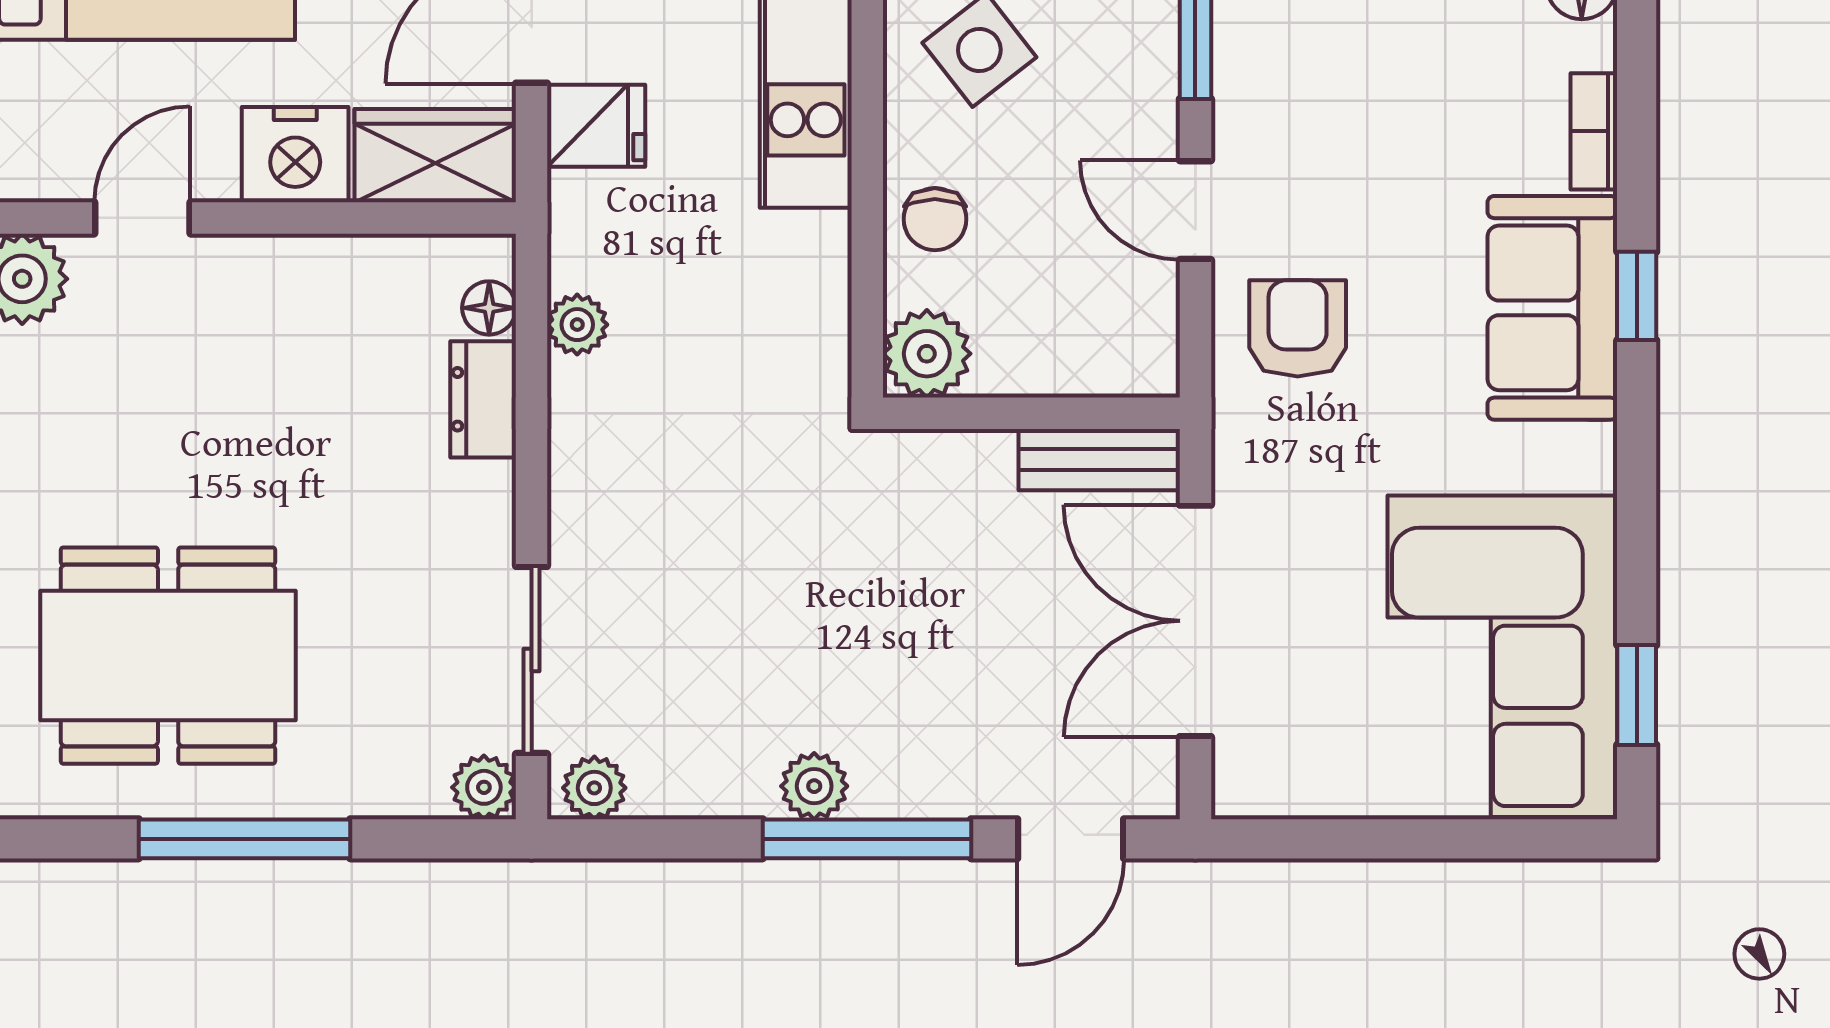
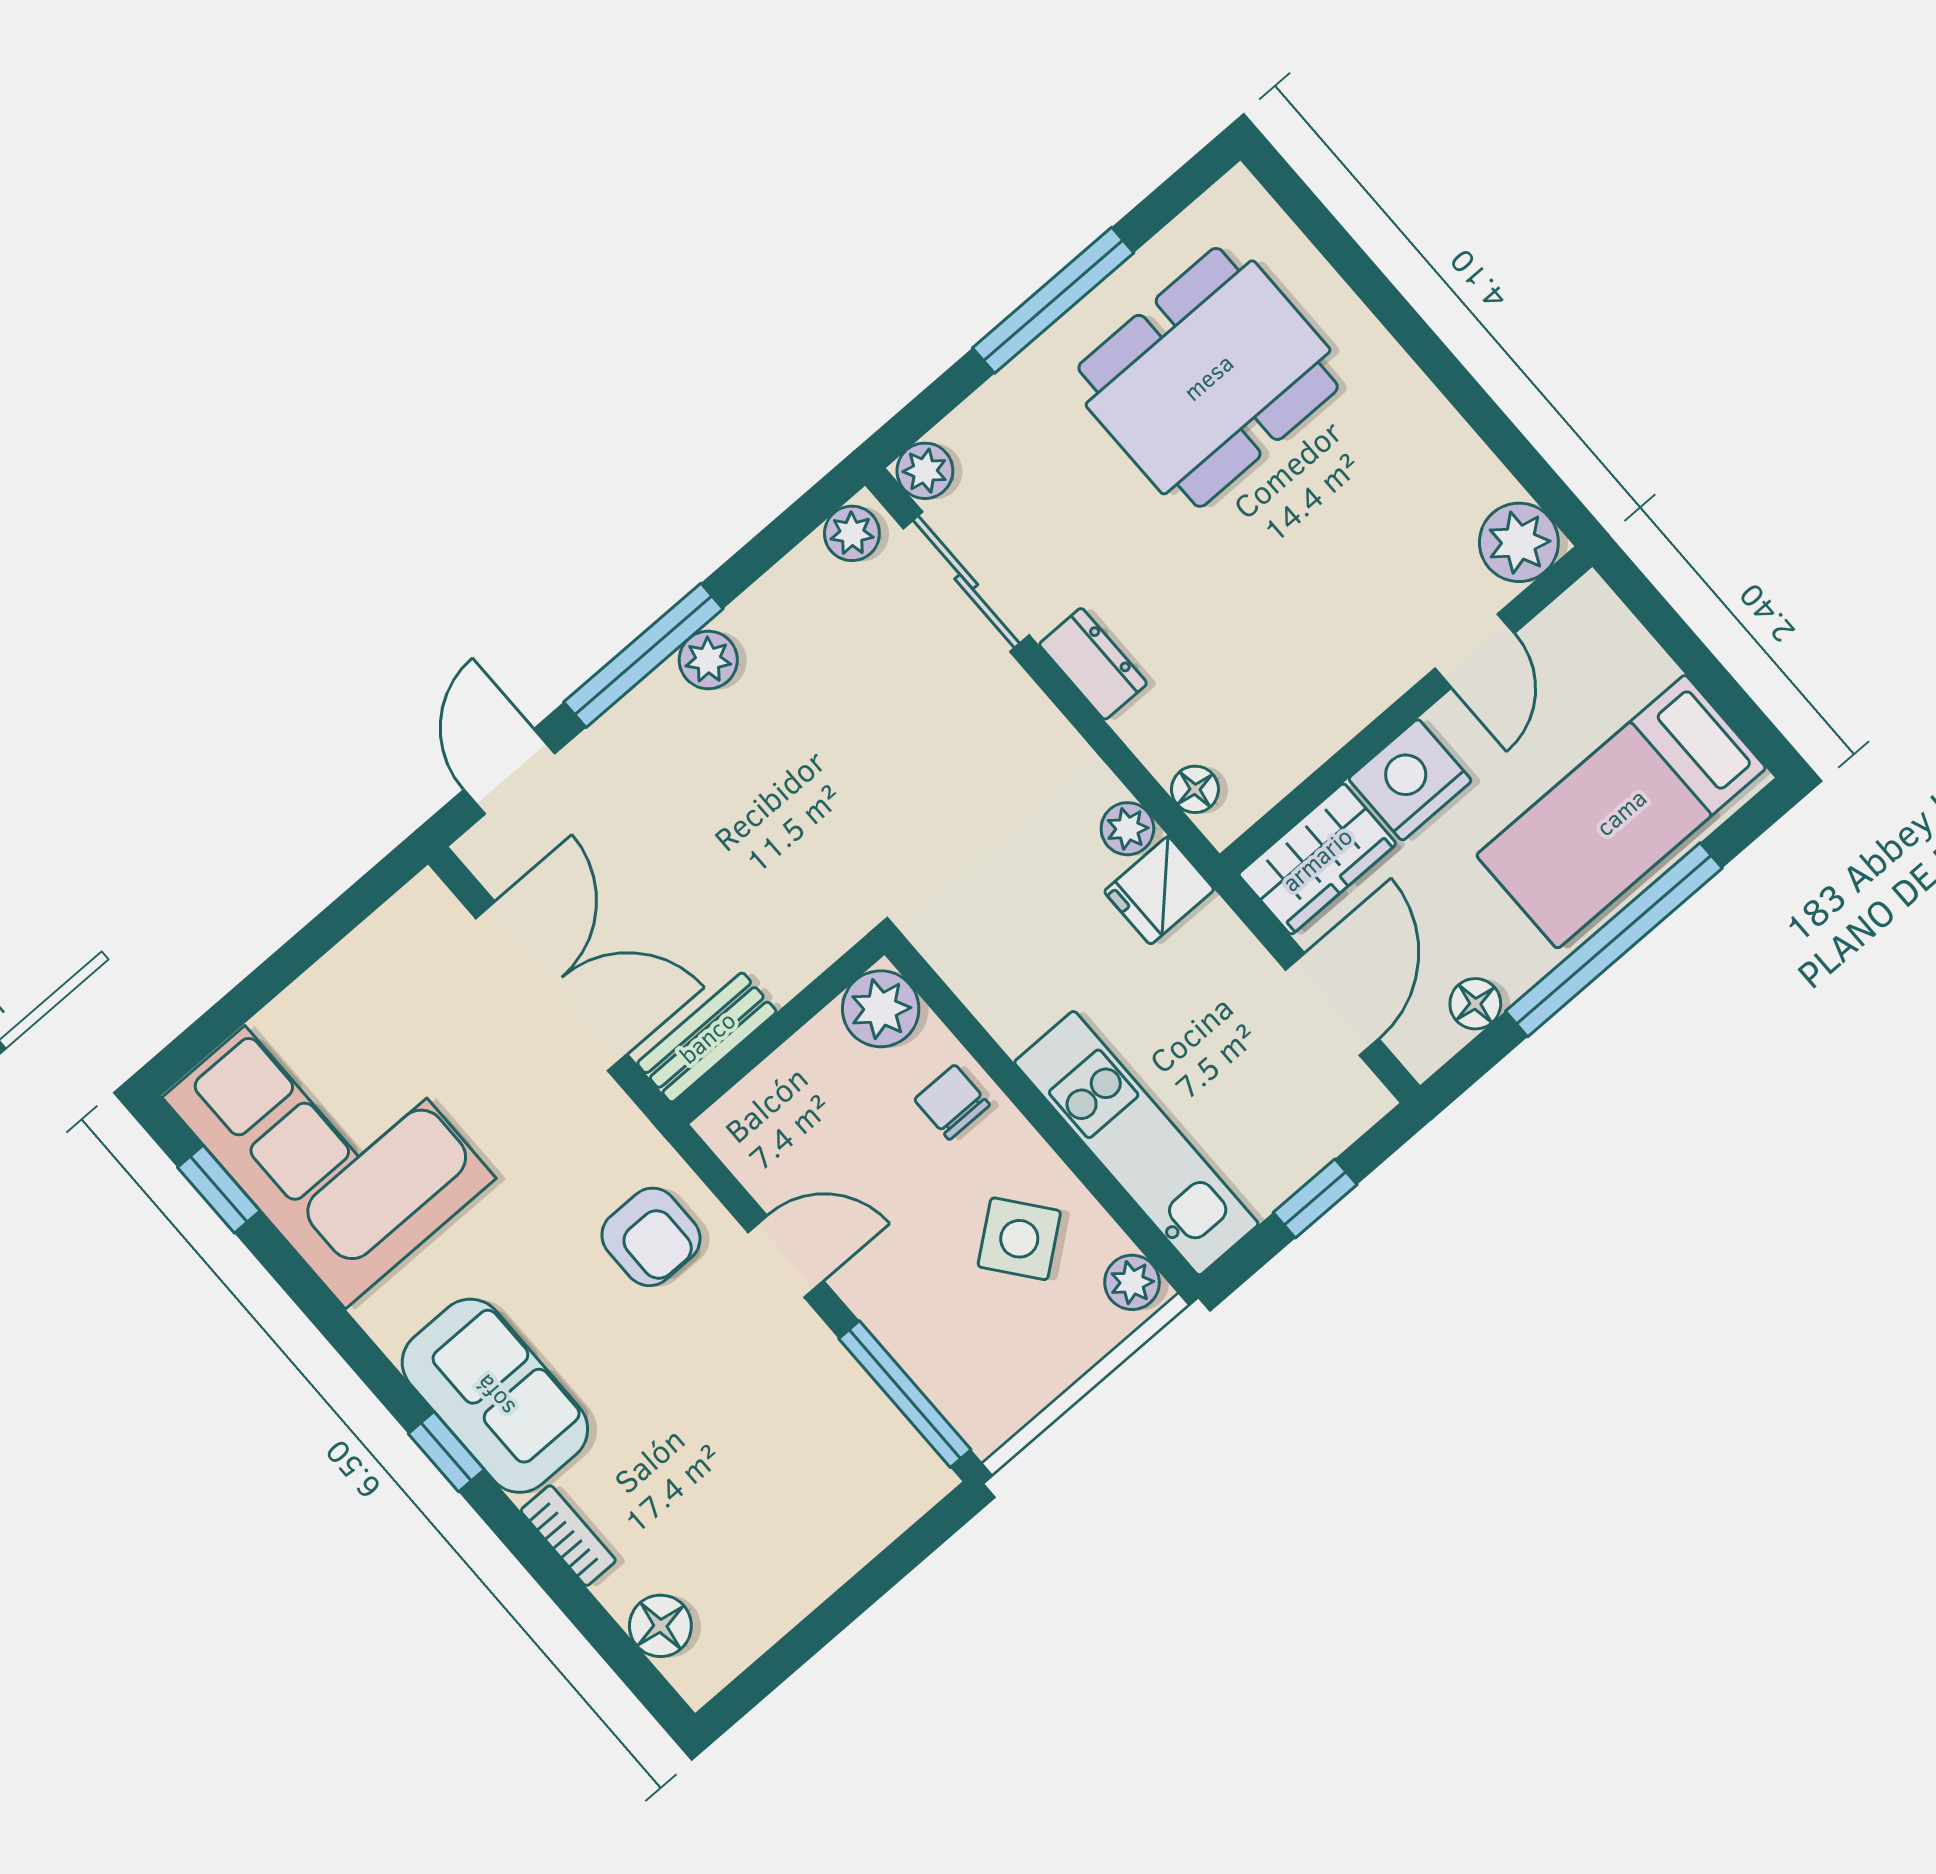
fridge: (596, 126) -> (1159, 890), moved
dresser: (483, 399) -> (1093, 664), moved

